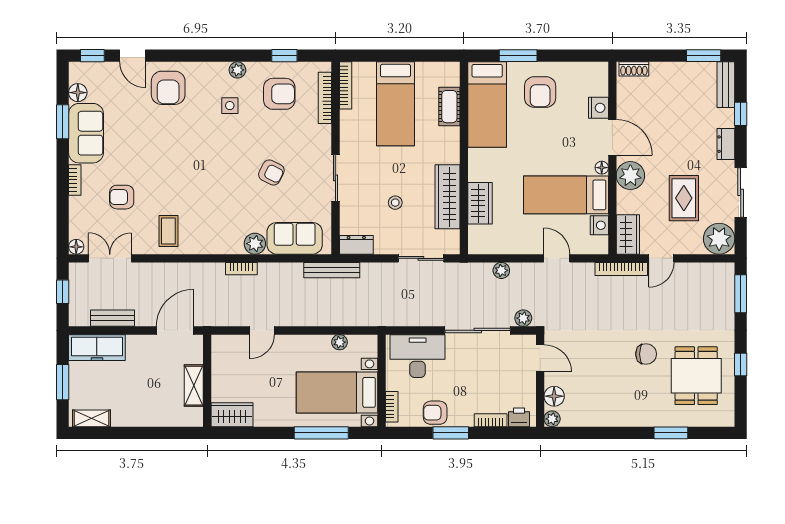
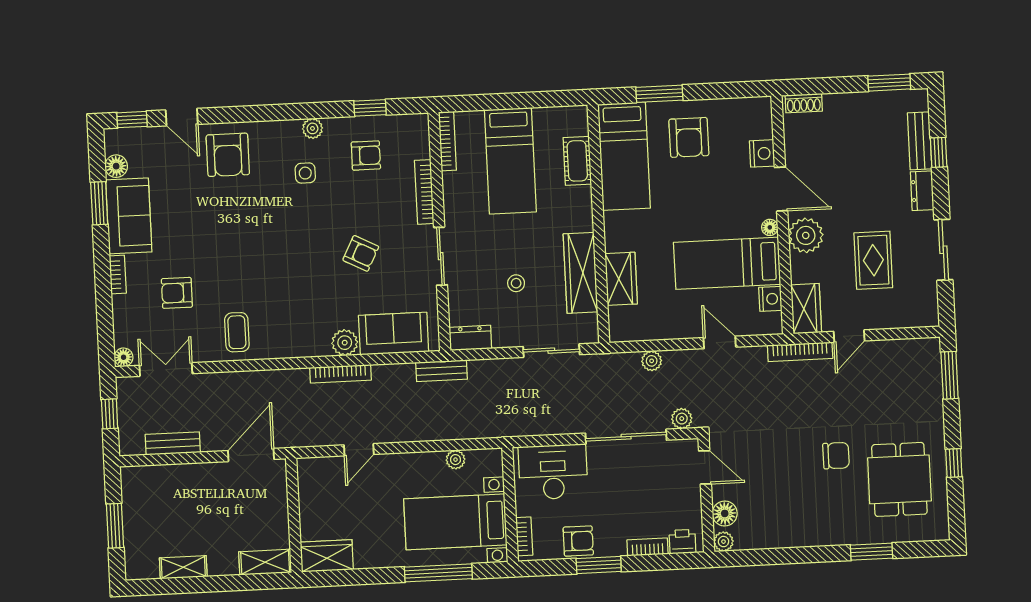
bench: (726, 85) -> (920, 141), moved
armchair: (279, 94) -> (366, 155), width x0.72, depth x0.72
bookcase: (325, 98) -> (424, 192), moved
plant: (719, 239) -> (919, 308), removed
bookcase: (241, 269) -> (341, 374), width x1.56
bench: (332, 270) -> (442, 371), width x0.73
freezer: (97, 348) -> (155, 481), removed
shelving: (194, 386) -> (265, 562), moved, turned 90
armchair: (435, 413) -> (578, 541), turned 180
shelving: (92, 418) -> (183, 567), moved

